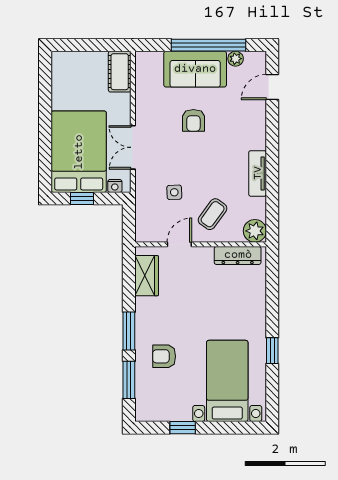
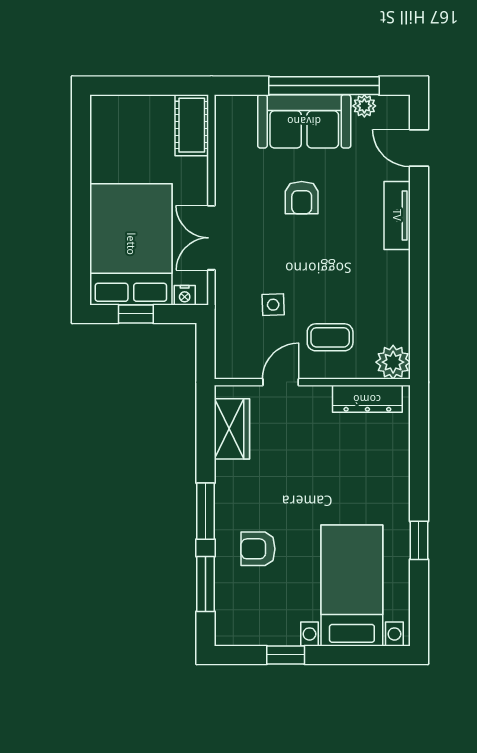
door: (272, 87) -> (419, 148), hinge flipped
tv unit: (258, 173) -> (397, 215), moved
coffee table: (213, 214) -> (330, 337), turned 54

